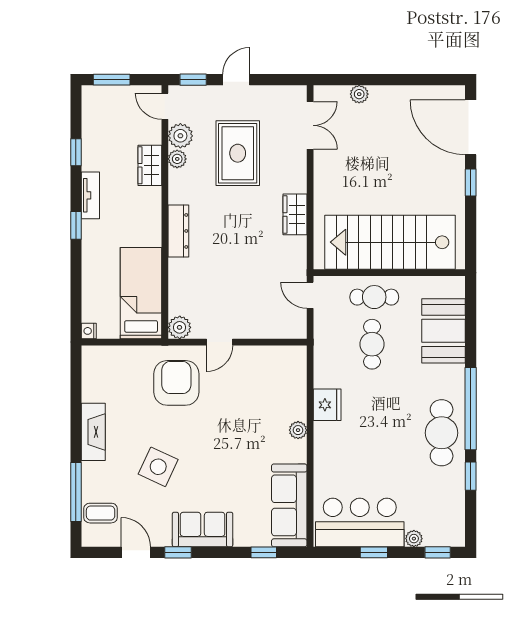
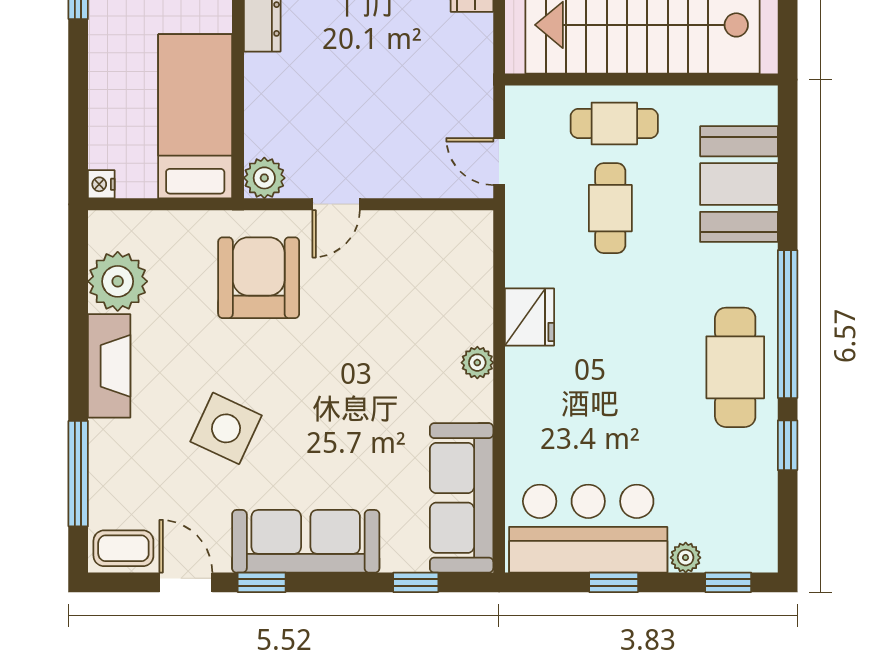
door: (310, 295) -> (499, 162), moved
plant: (98, 385) -> (118, 281), added
coffee table: (101, 513) -> (123, 548), moved
sofa: (203, 530) -> (306, 541), width x1.36

